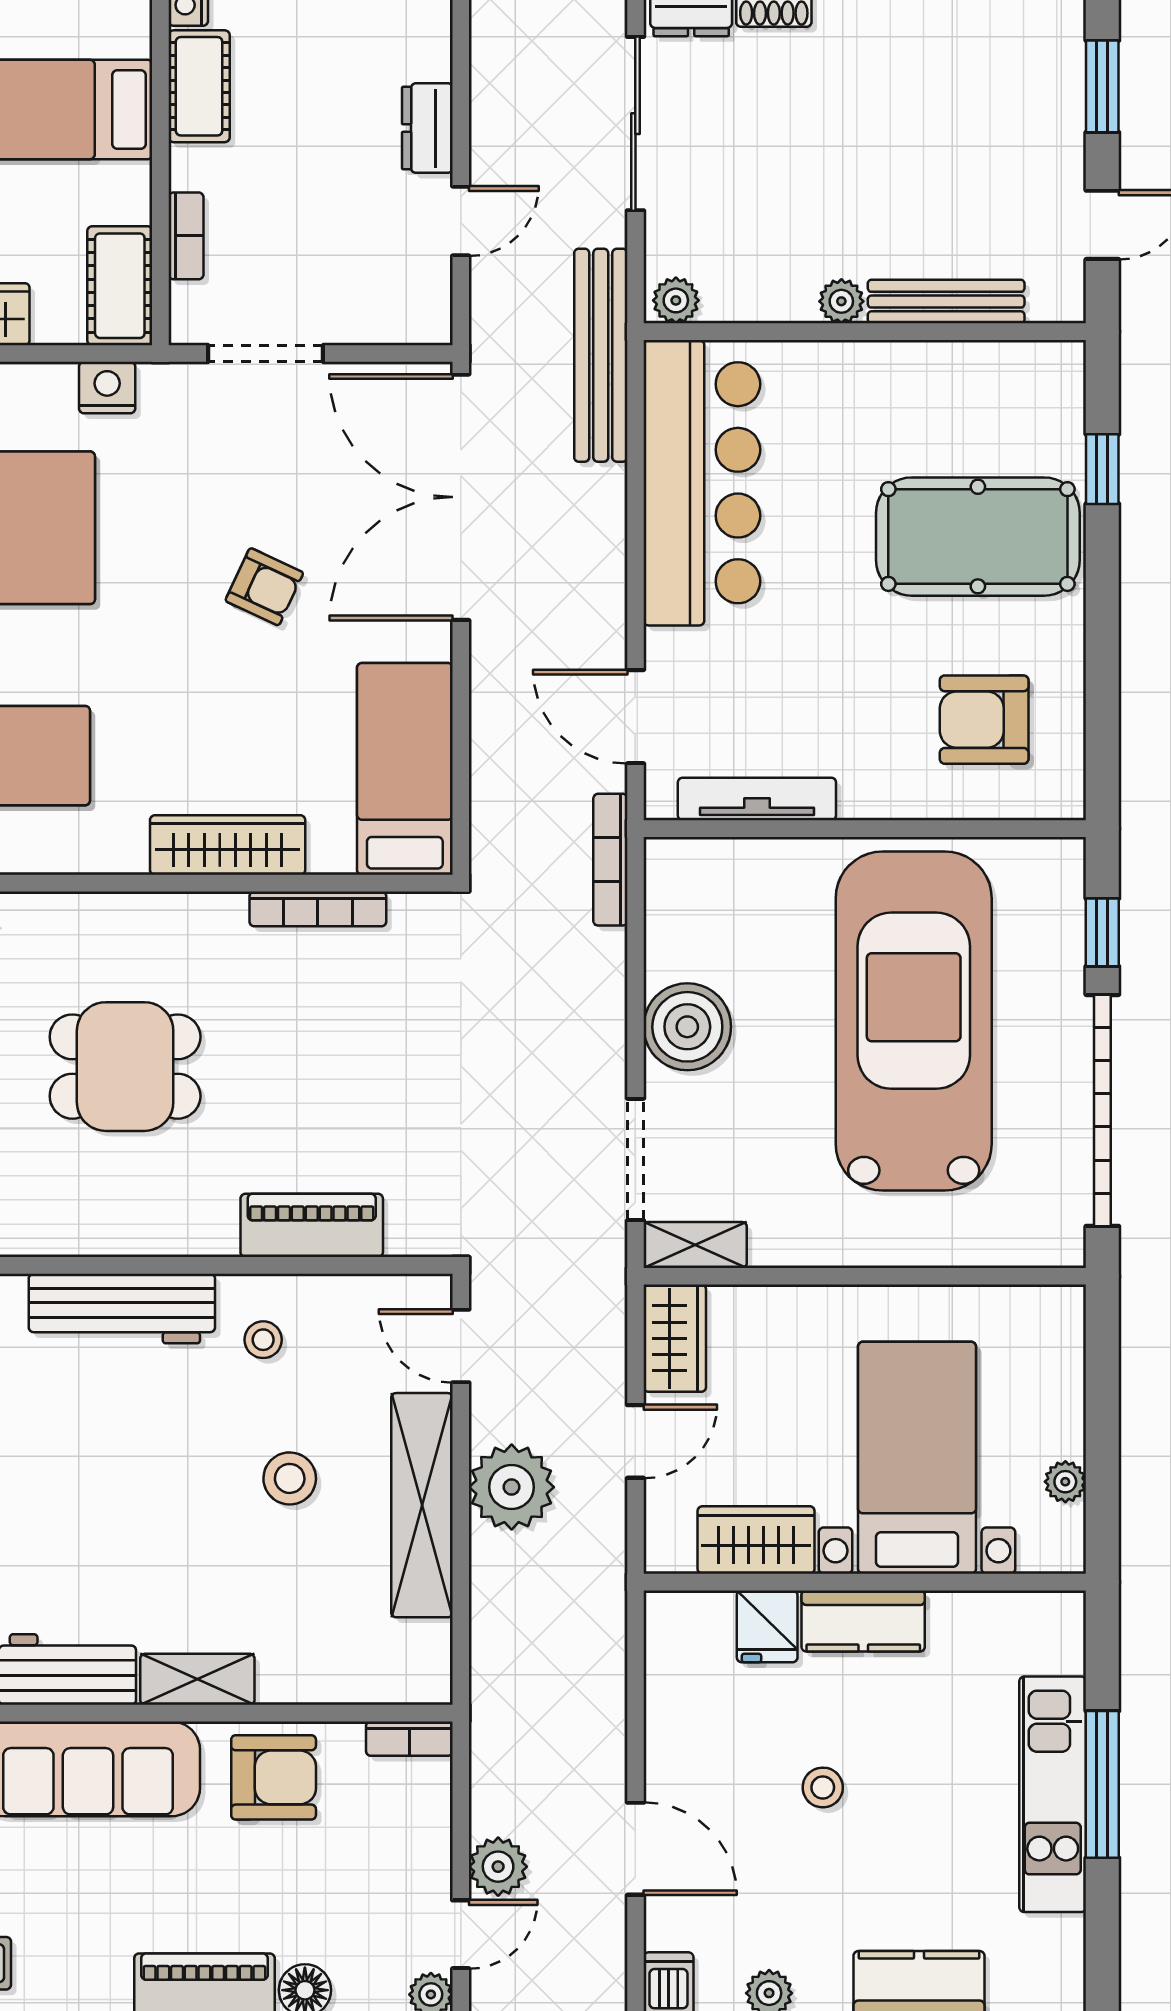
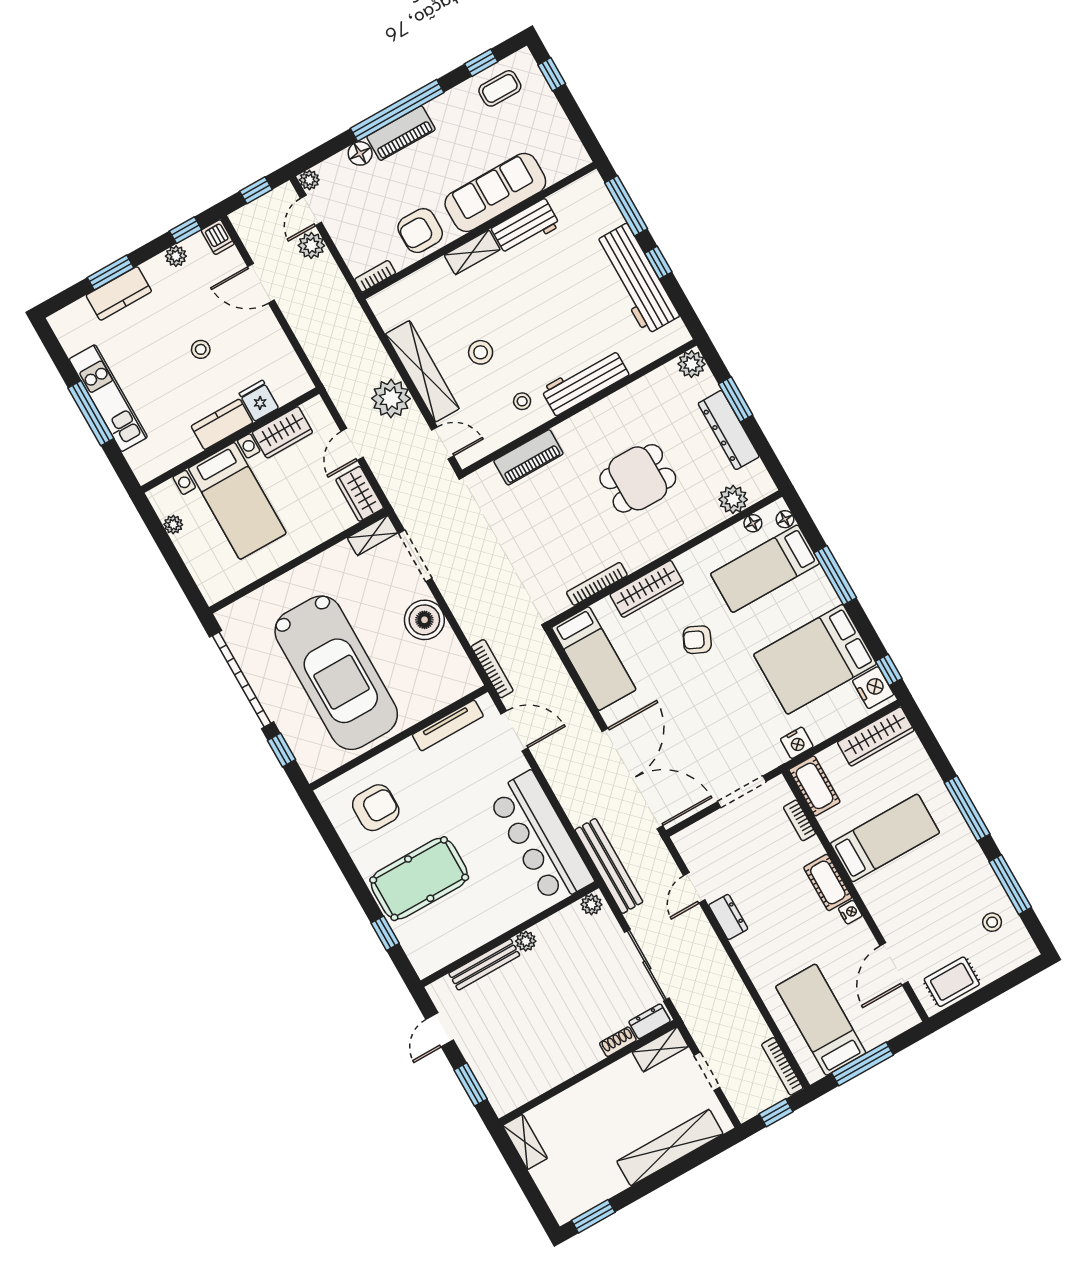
armchair: (264, 587) -> (697, 640), moved

